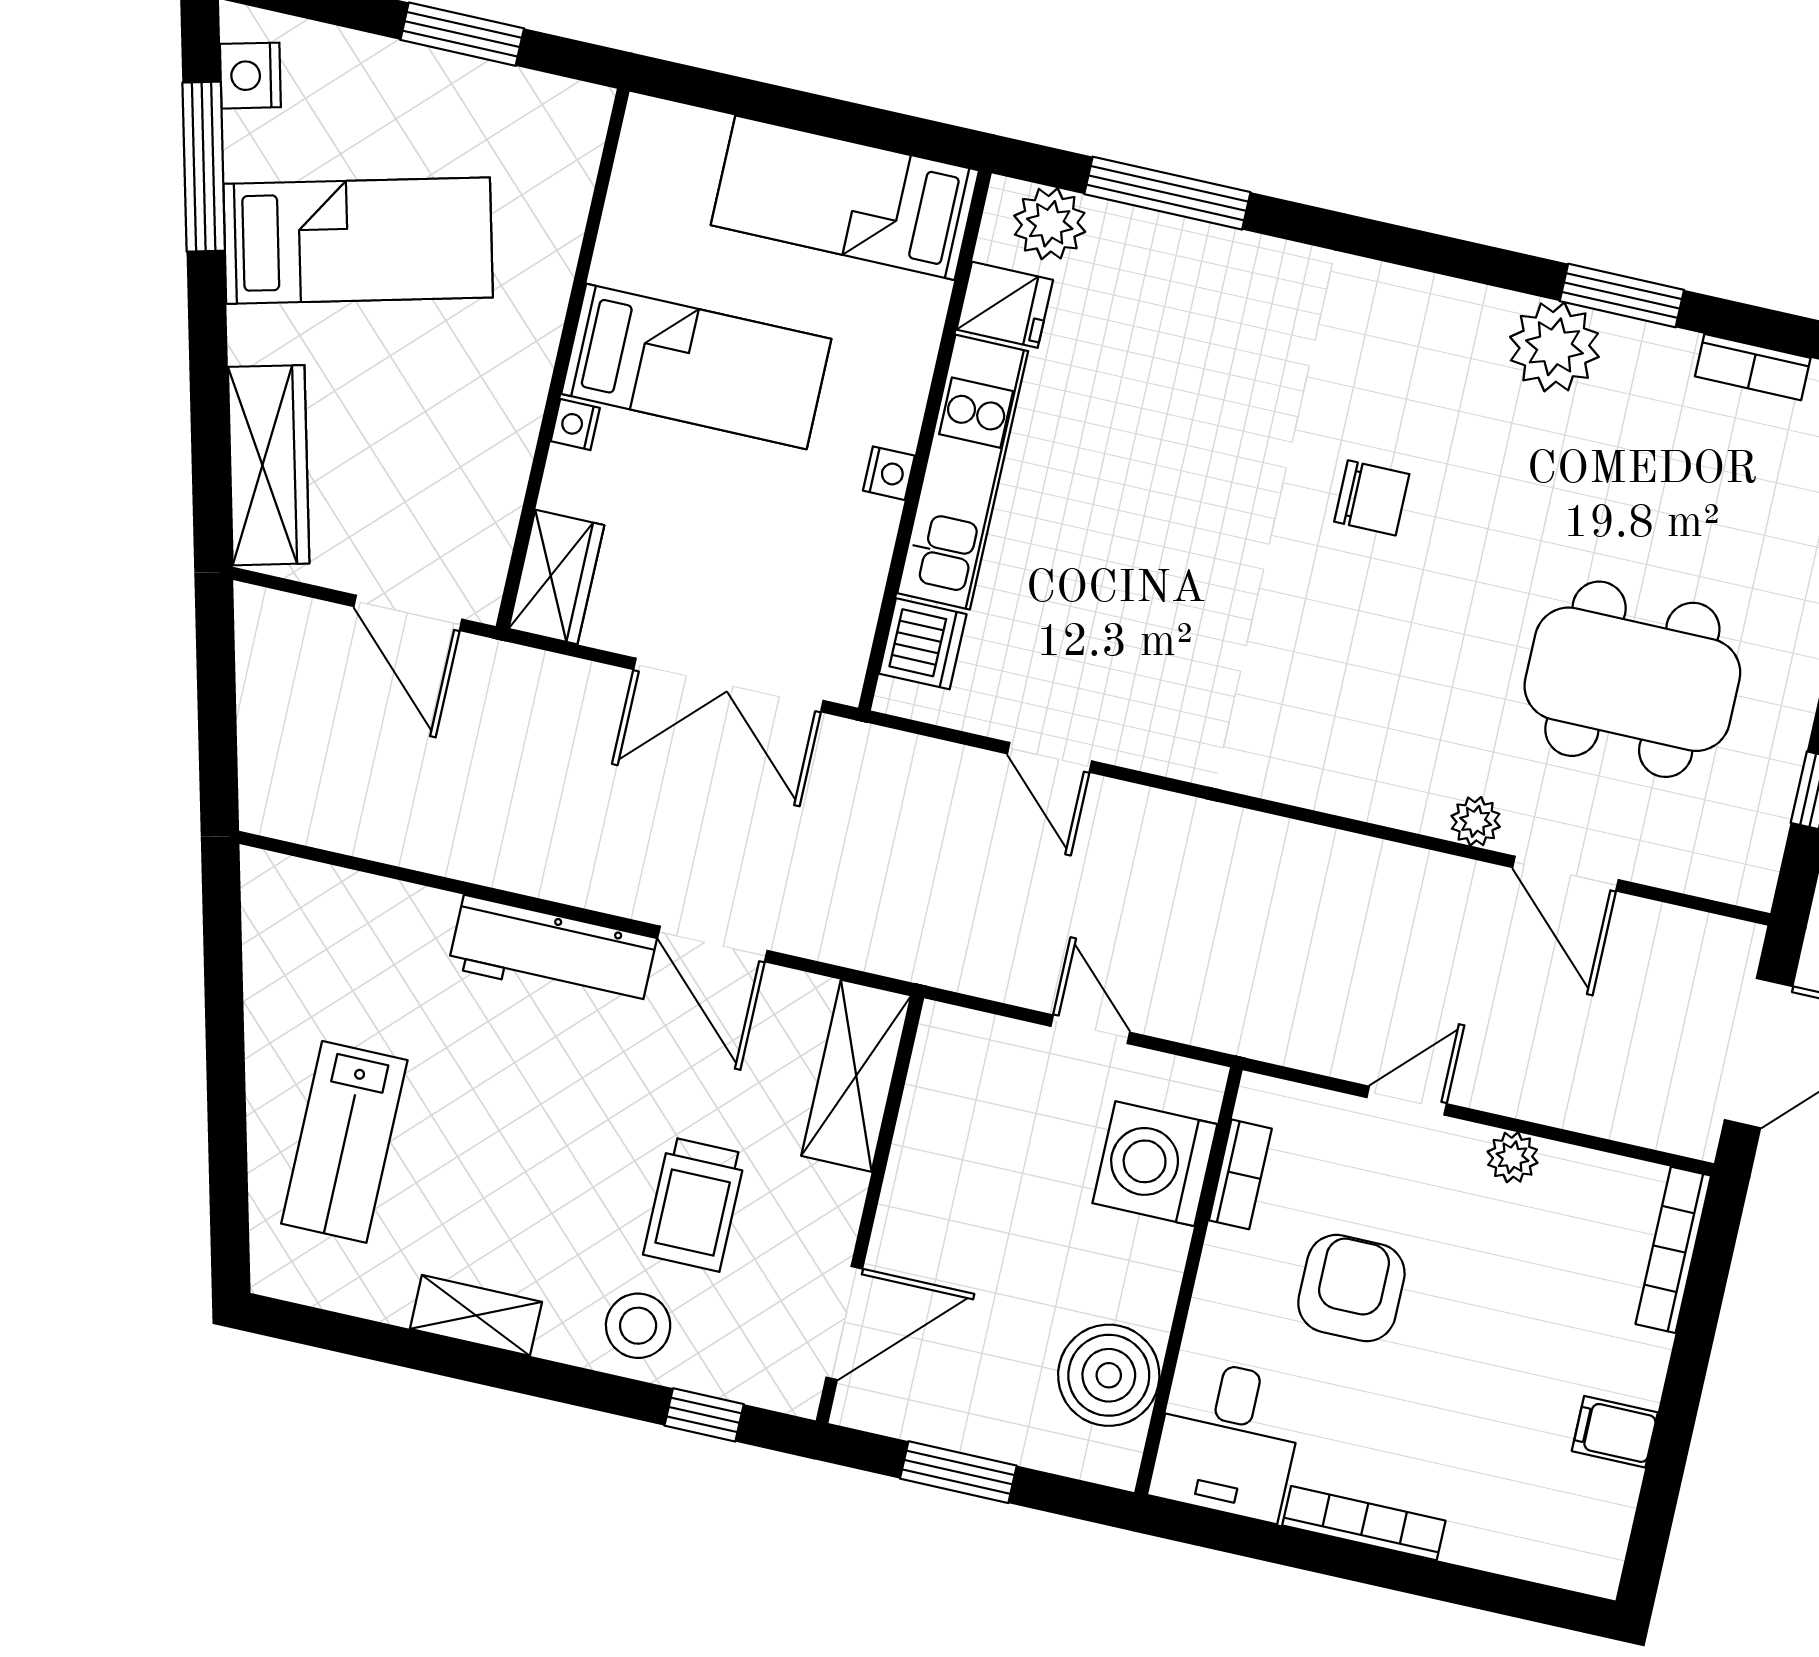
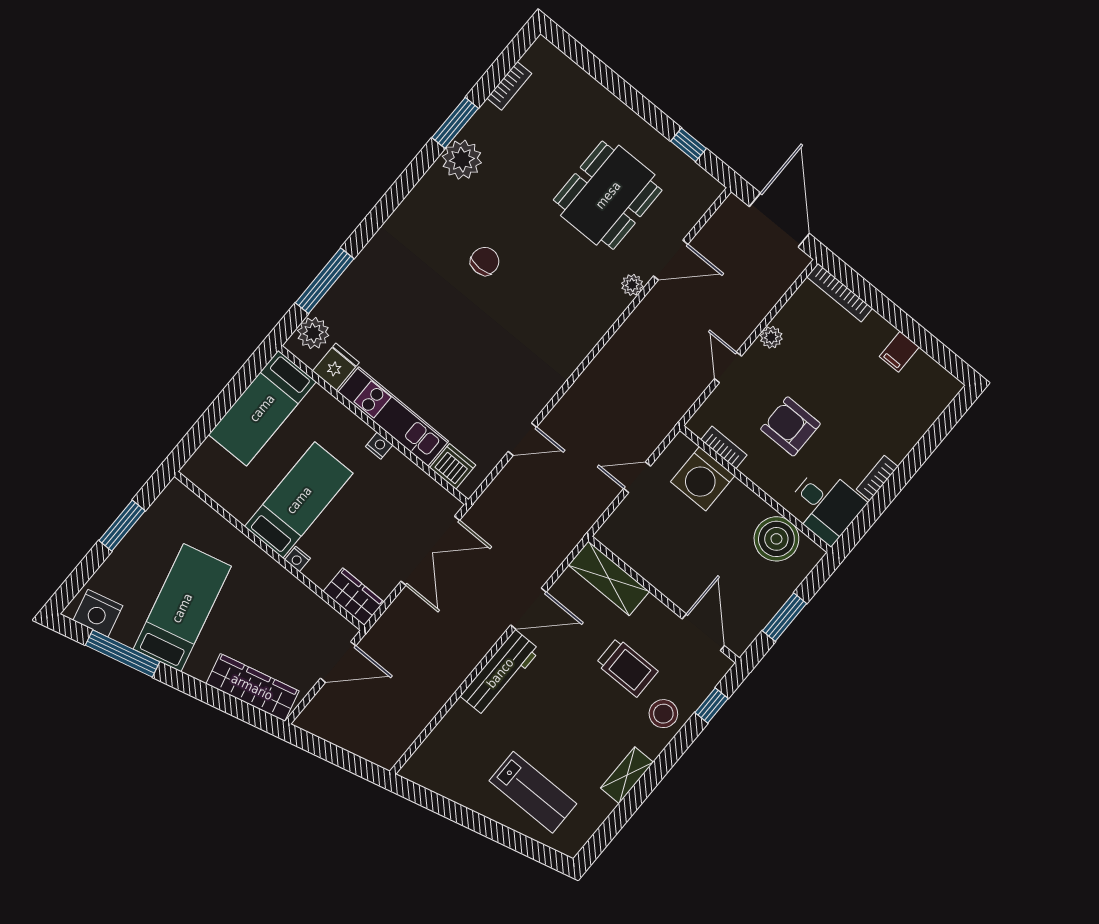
nightstand: (250, 76) -> (98, 613), width x1.36, depth x1.33
bookcase: (1364, 1523) -> (877, 478), width x0.64

